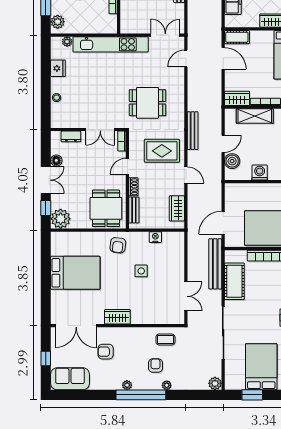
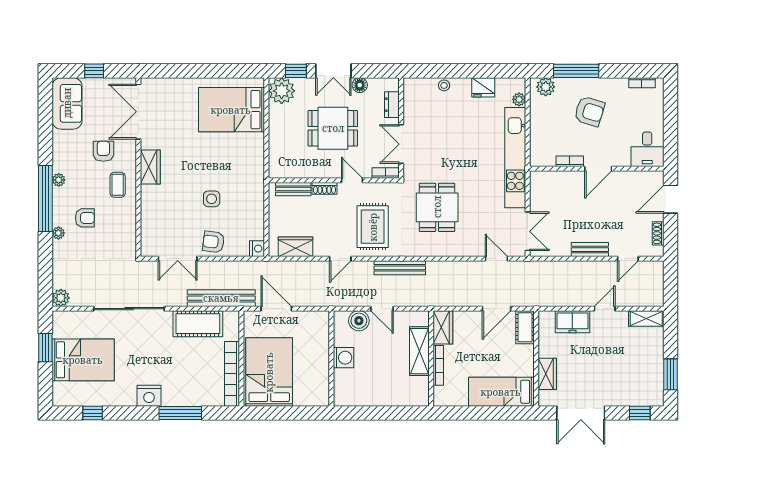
dining table: (106, 208) -> (333, 128), moved
nightstand: (155, 237) -> (257, 249), moved
armchair: (118, 245) -> (213, 242), moved
bed: (75, 273) -> (231, 110), moved, turned 90
coffee table: (165, 339) -> (118, 185), moved

